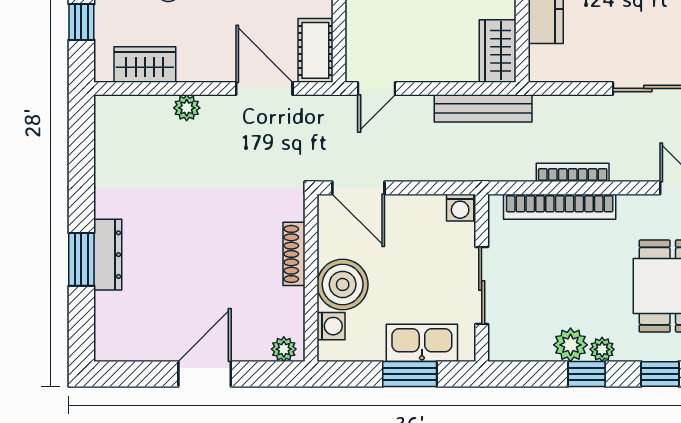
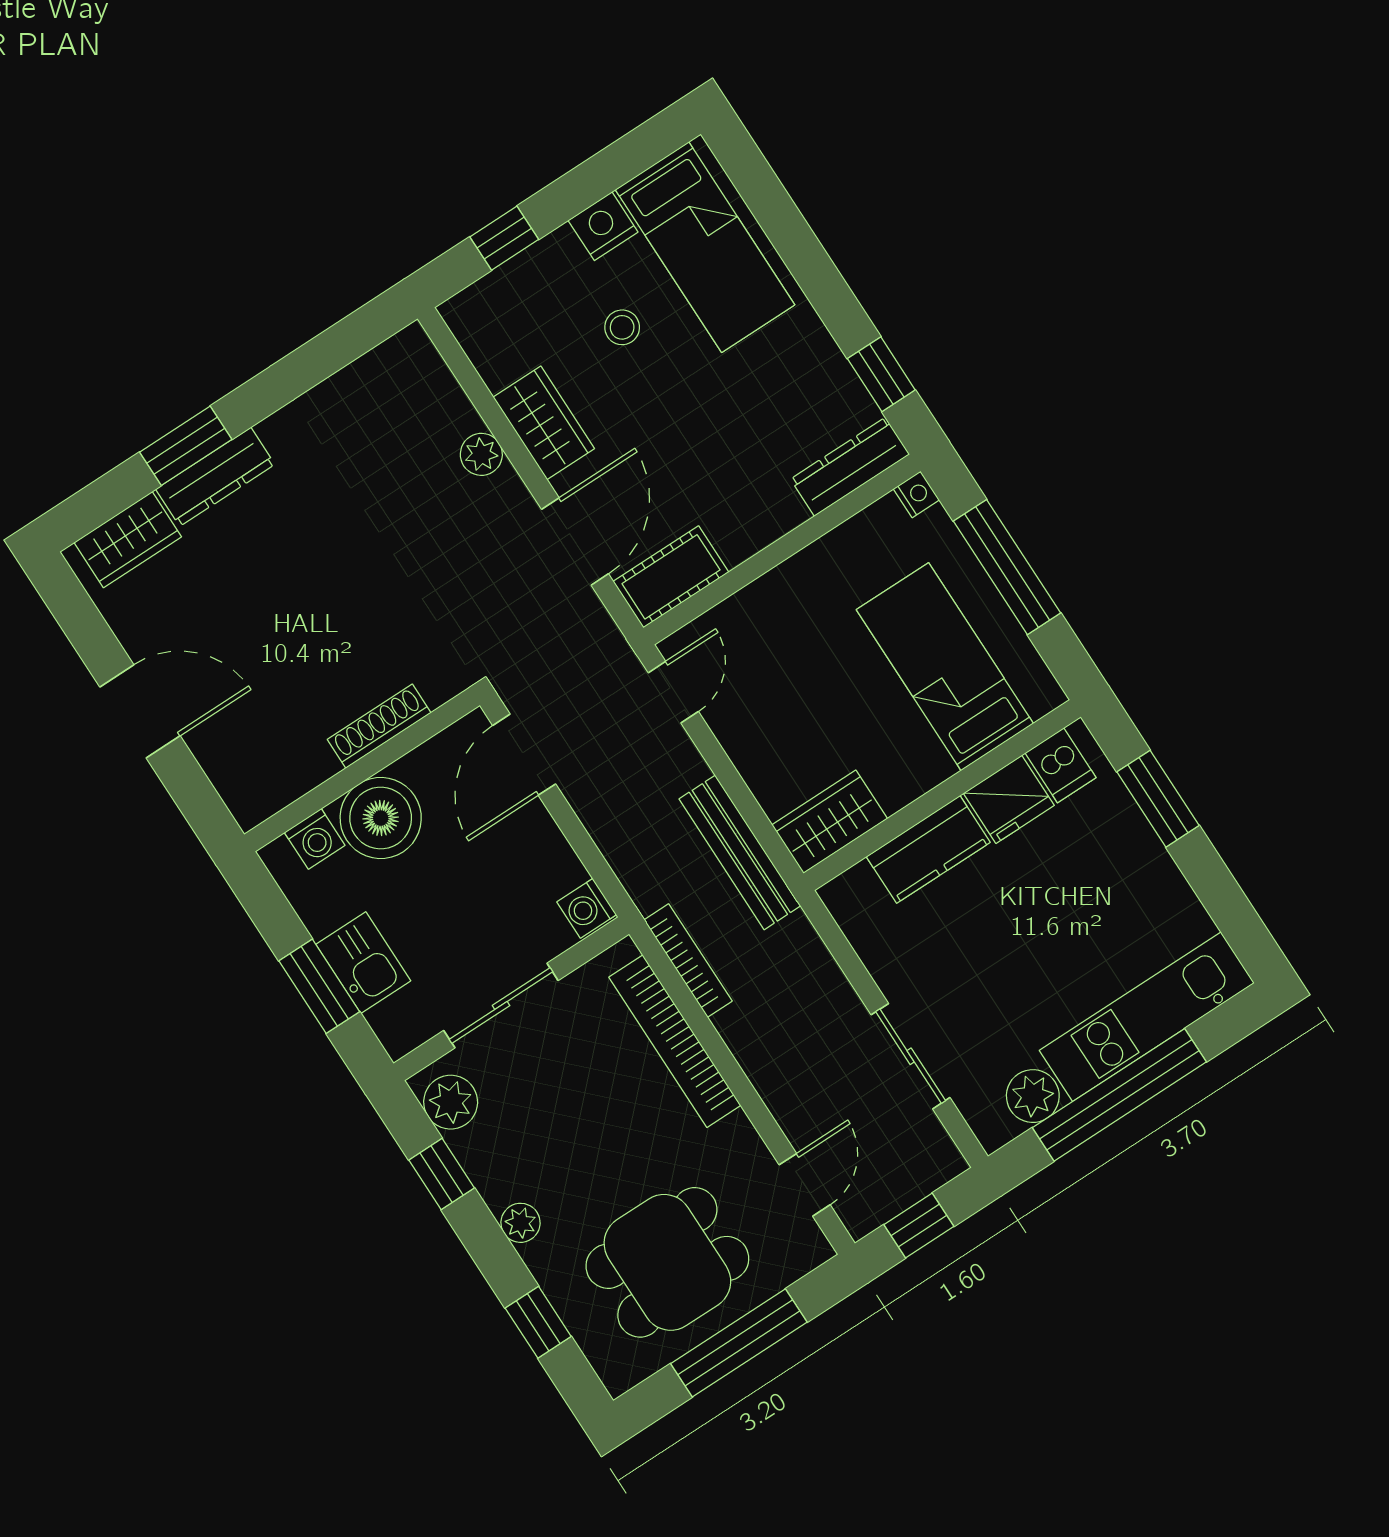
wardrobe: (145, 64) -> (544, 423), moved
door: (377, 88) -> (673, 692), swing flipped
bookcase: (573, 172) -> (688, 961), moved
wardrobe: (111, 322) -> (128, 540), added
kitchen sink: (422, 343) -> (363, 963), width x0.73
plant: (571, 345) -> (451, 1102), moved
plant: (284, 349) -> (242, 796), removed
window: (587, 374) -> (442, 1174), moved

